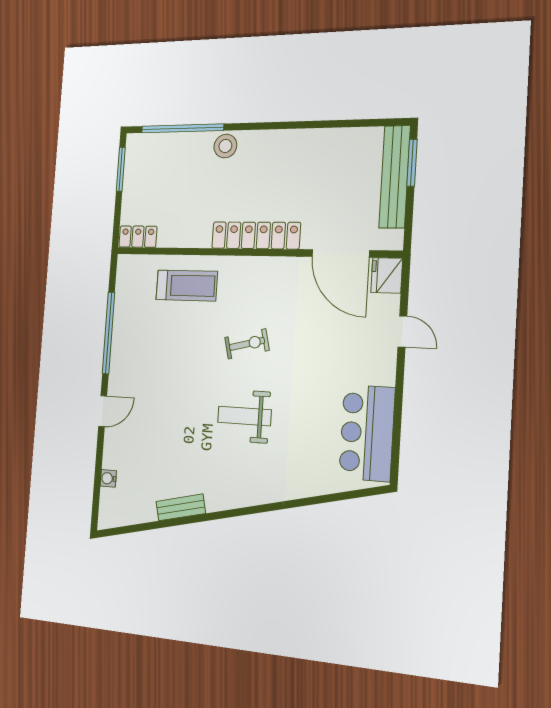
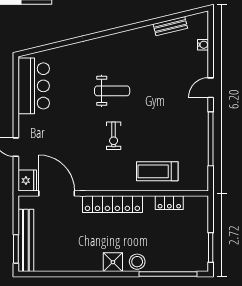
shower: (261, 144) -> (113, 262), added
locker: (138, 237) -> (169, 203), moved
exercise bike: (247, 344) -> (114, 136), turned -76
bench: (181, 507) -> (170, 26), moved

